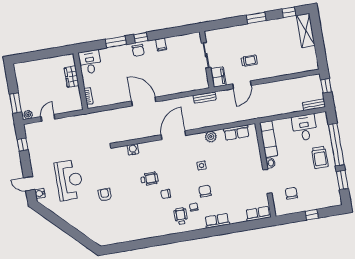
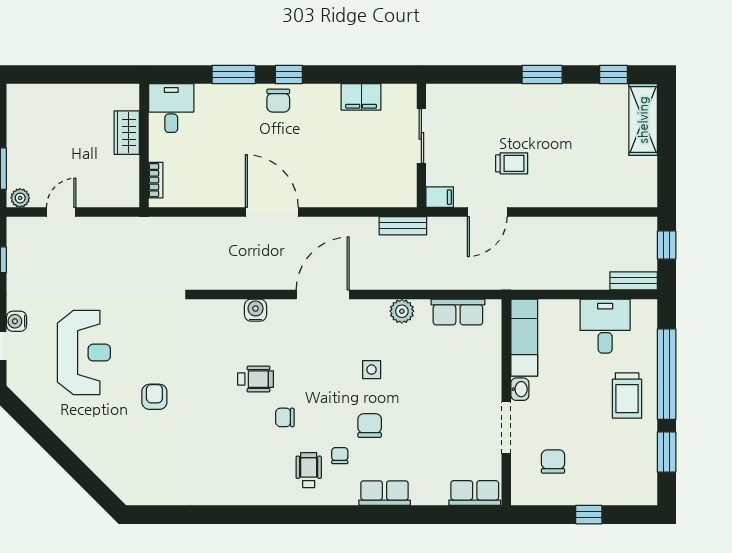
filing cabinet: (161, 45) -> (361, 97), moved, width x2.00
filing cabinet: (218, 77) -> (440, 197), width x0.50
water cooler: (133, 149) -> (256, 310), moved
water cooler: (40, 193) -> (17, 321), moved

